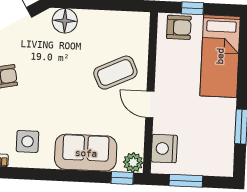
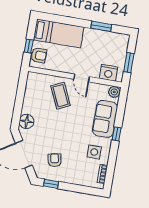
armchair: (179, 27) -> (39, 55), turned 90
door: (150, 104) -> (82, 78), hinge flipped
window: (122, 178) -> (117, 134), moved

